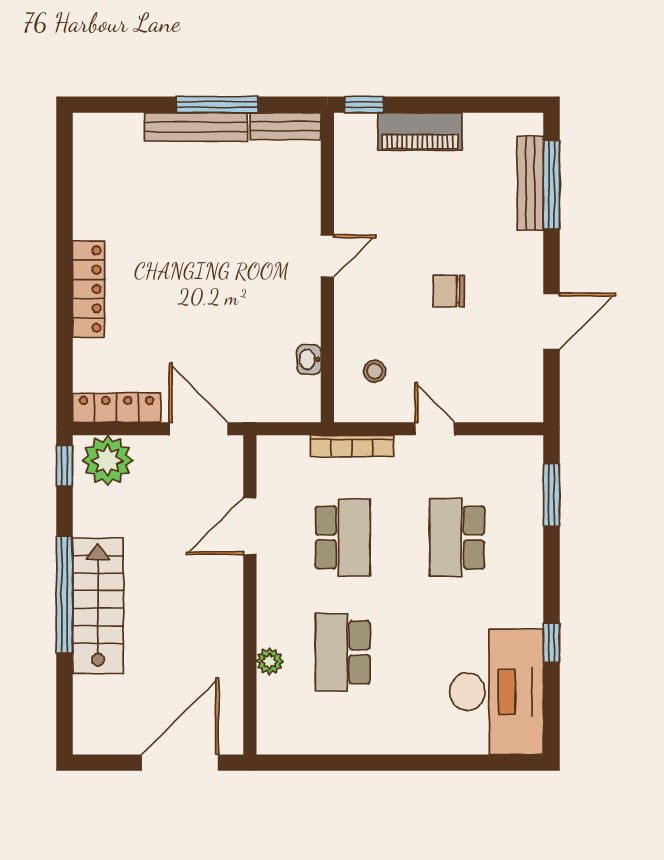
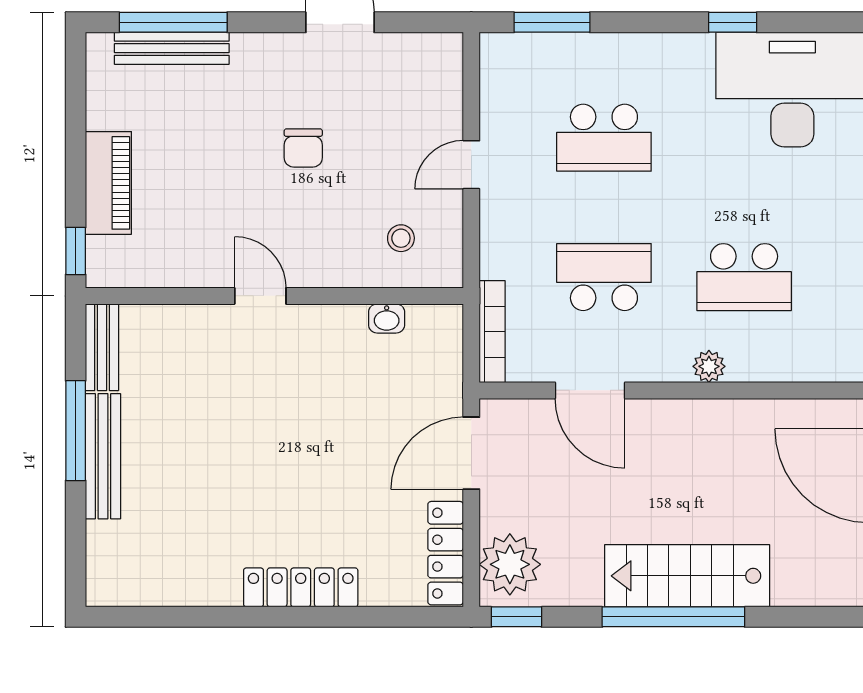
bookcase: (352, 446) -> (492, 332), moved
plant: (270, 661) -> (709, 366), moved

